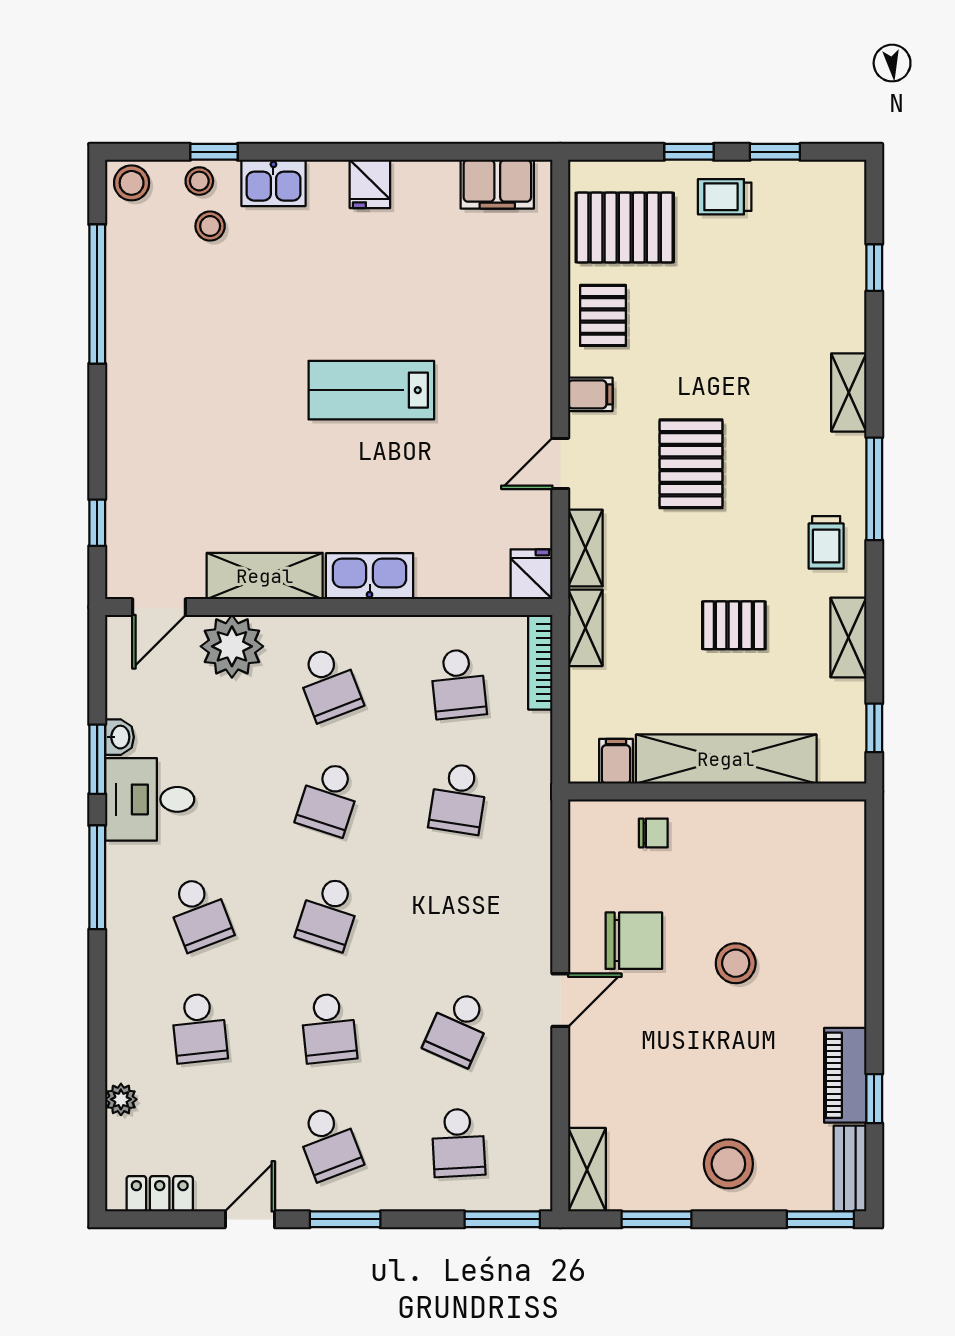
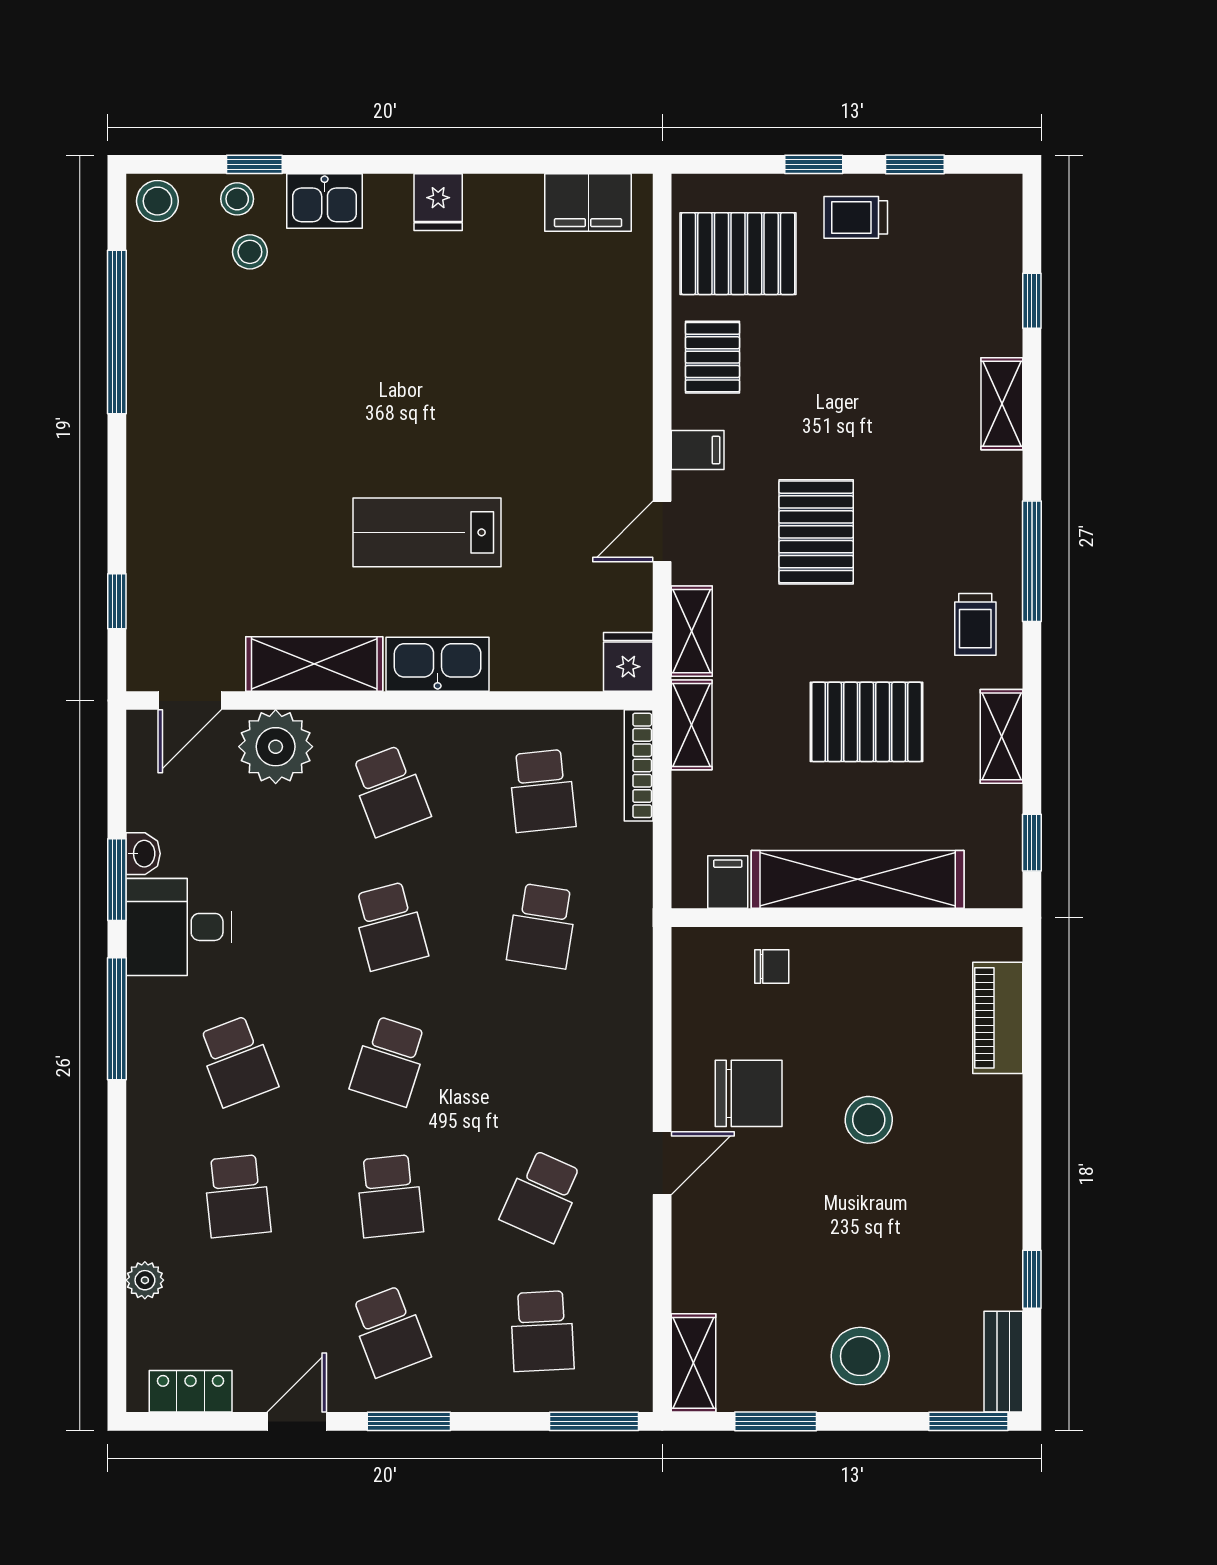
lab bench: (371, 390) -> (427, 532), moved
shelving: (849, 392) -> (1002, 404), moved
pallet: (734, 625) -> (867, 722), width x1.50, depth x1.42
school desk: (329, 798) -> (390, 926), turned -33
piano: (845, 1075) -> (998, 1018), moved

